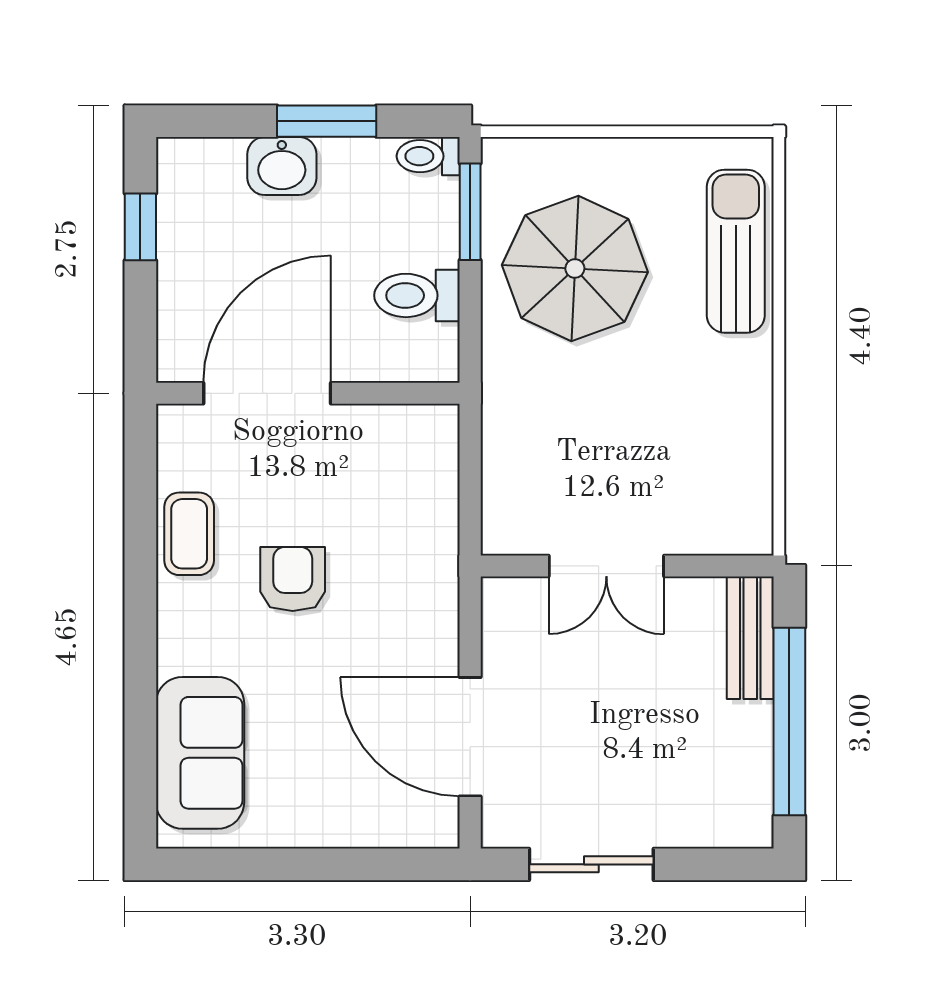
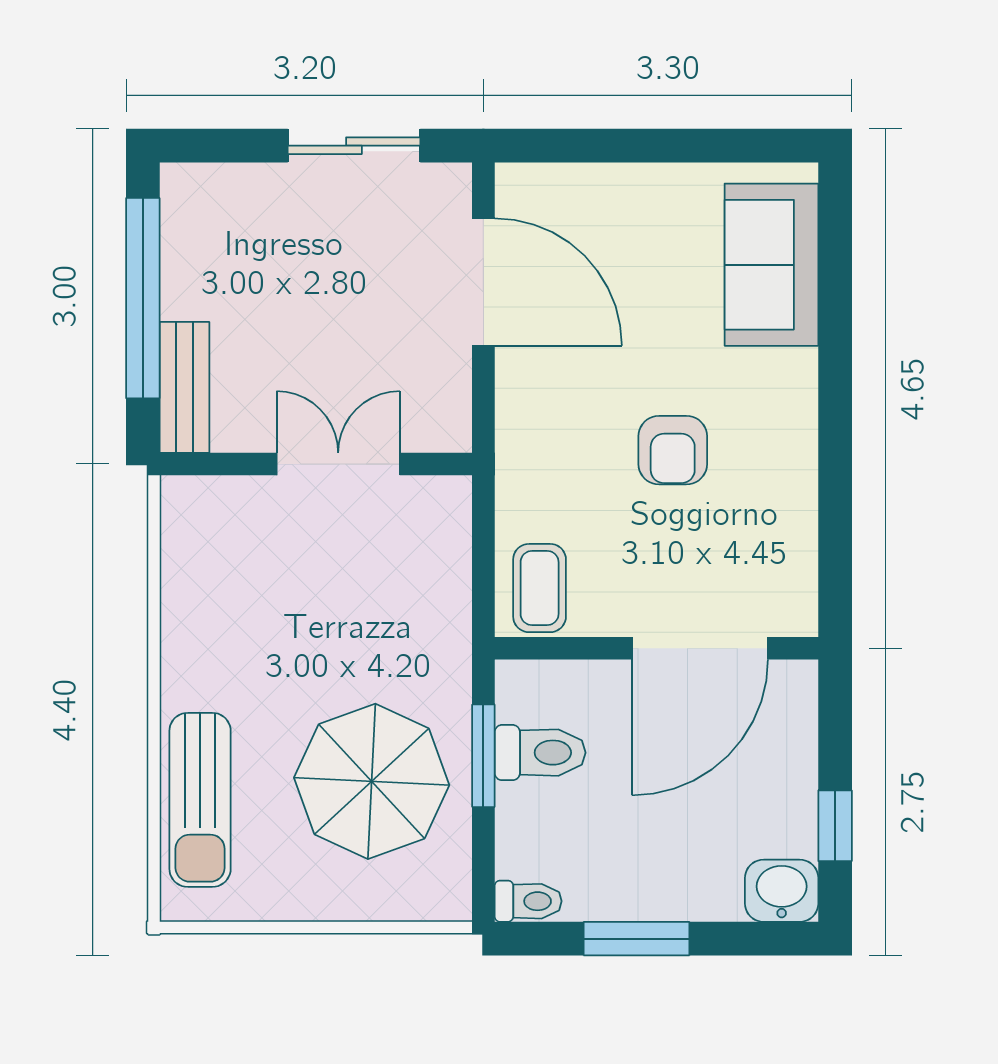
washbasin: (282, 166) -> (782, 891), moved
window: (470, 212) -> (483, 756), moved
coffee table: (189, 534) -> (540, 588), moved

